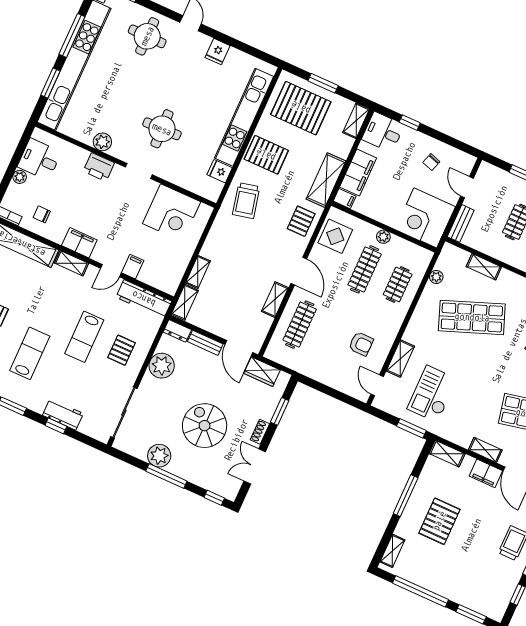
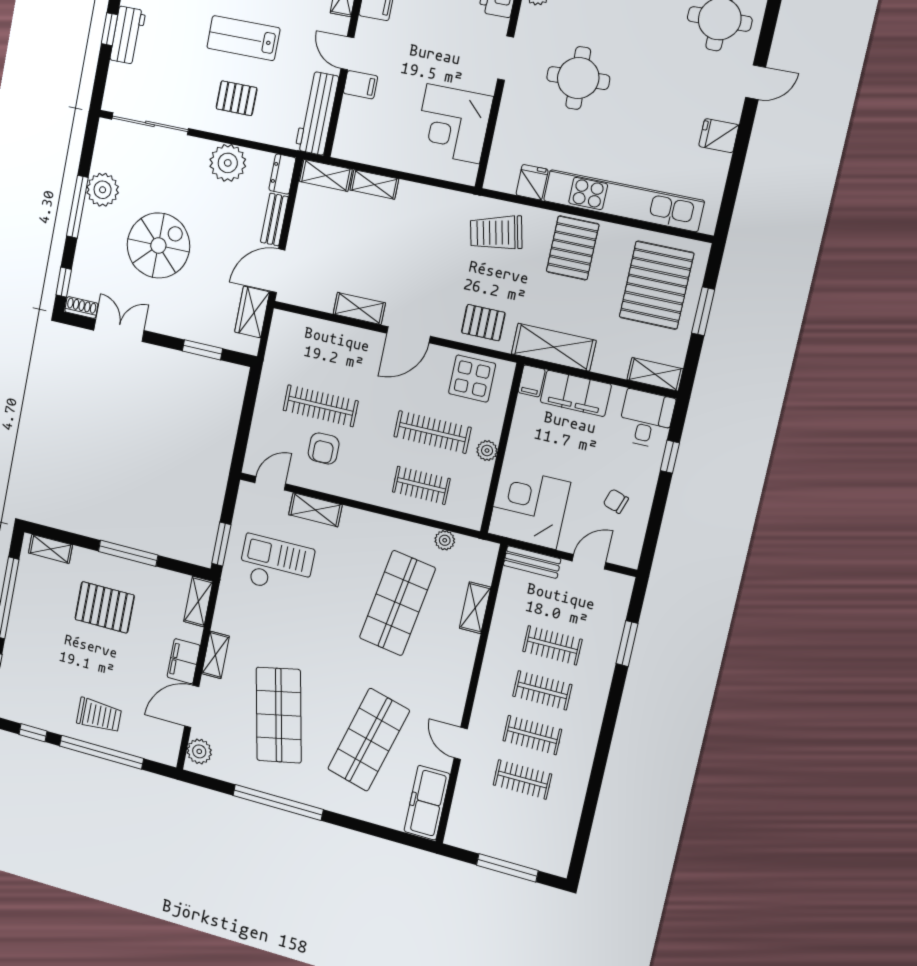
shop shelf: (472, 317) -> (397, 603), turned 30
clothes rail: (300, 325) -> (321, 406), moved
shoe rack: (260, 432) -> (81, 308), moved

